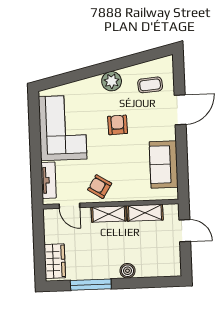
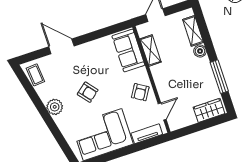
coffee table: (150, 85) -> (35, 75), moved
armchair: (118, 125) -> (88, 92), turned -127
sofa: (164, 164) -> (128, 50), moved, turned 90
shelving: (109, 214) -> (193, 31), moved

